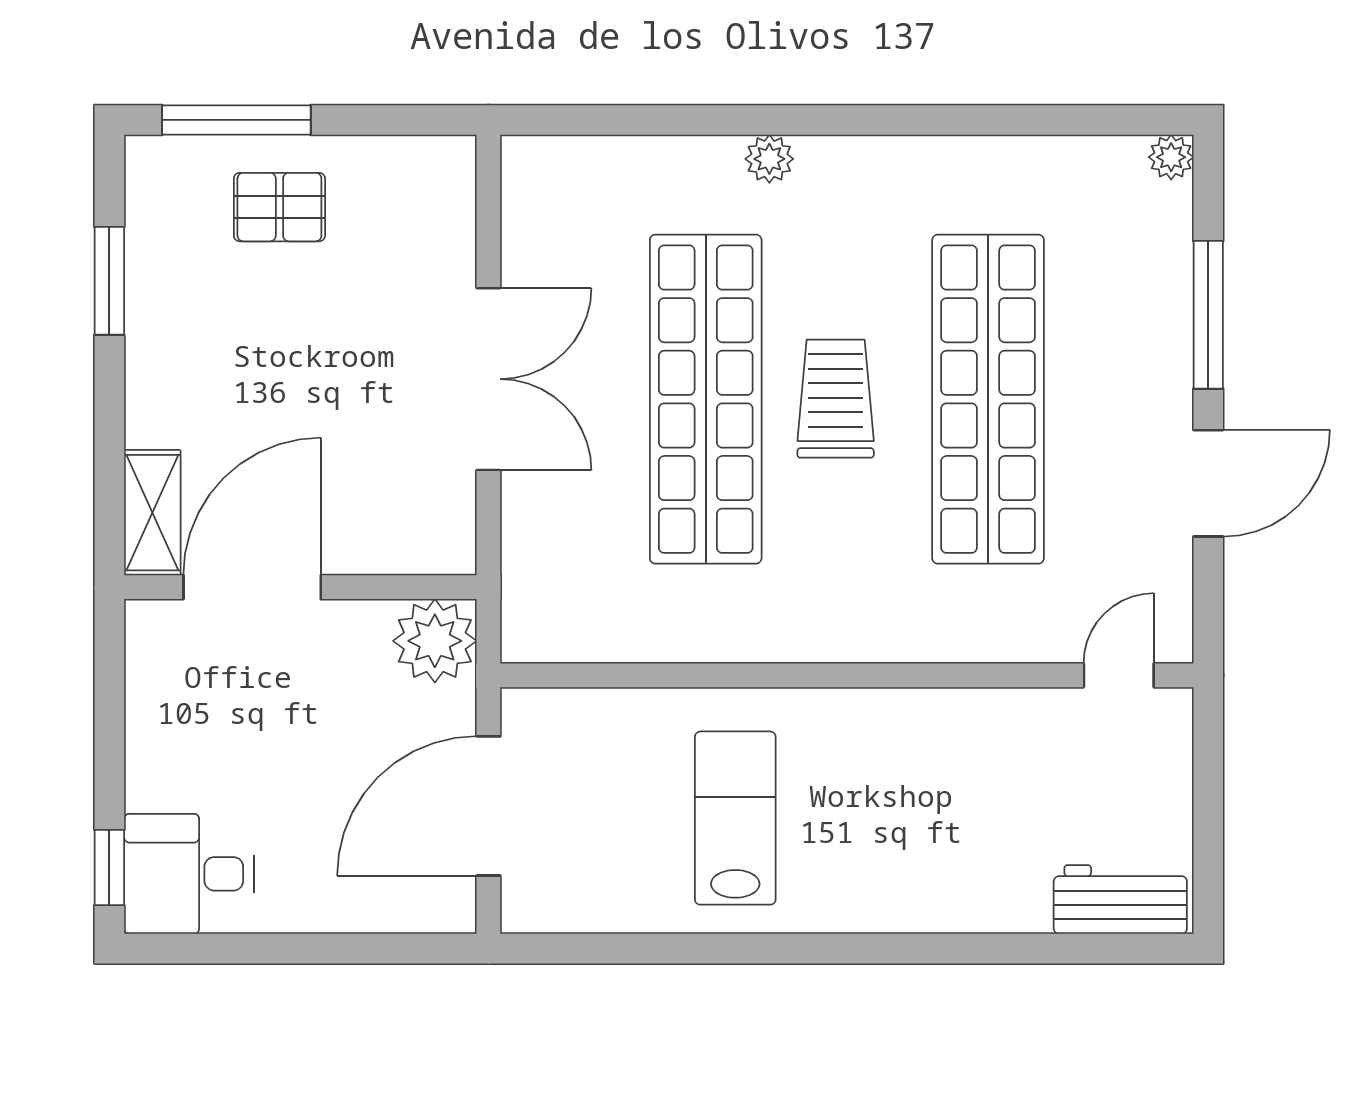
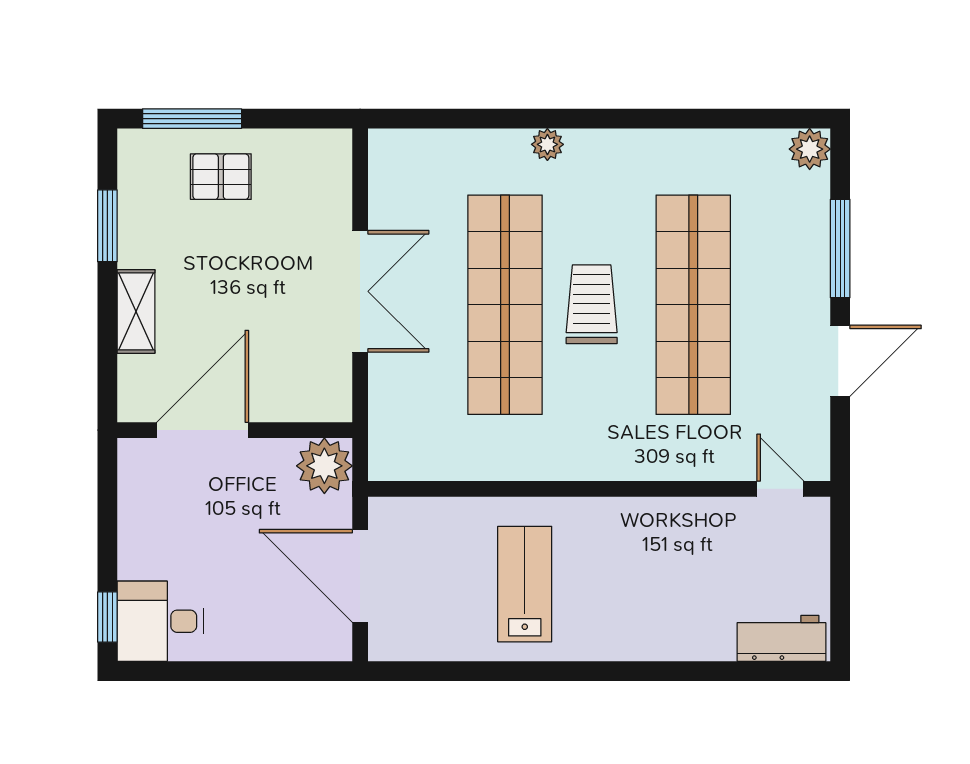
plant: (1171, 157) -> (810, 149), width x1.38, depth x1.38
shelving: (152, 513) -> (136, 311), moved
door: (1119, 675) -> (780, 489), hinge flipped
door: (488, 806) -> (360, 576), hinge flipped

